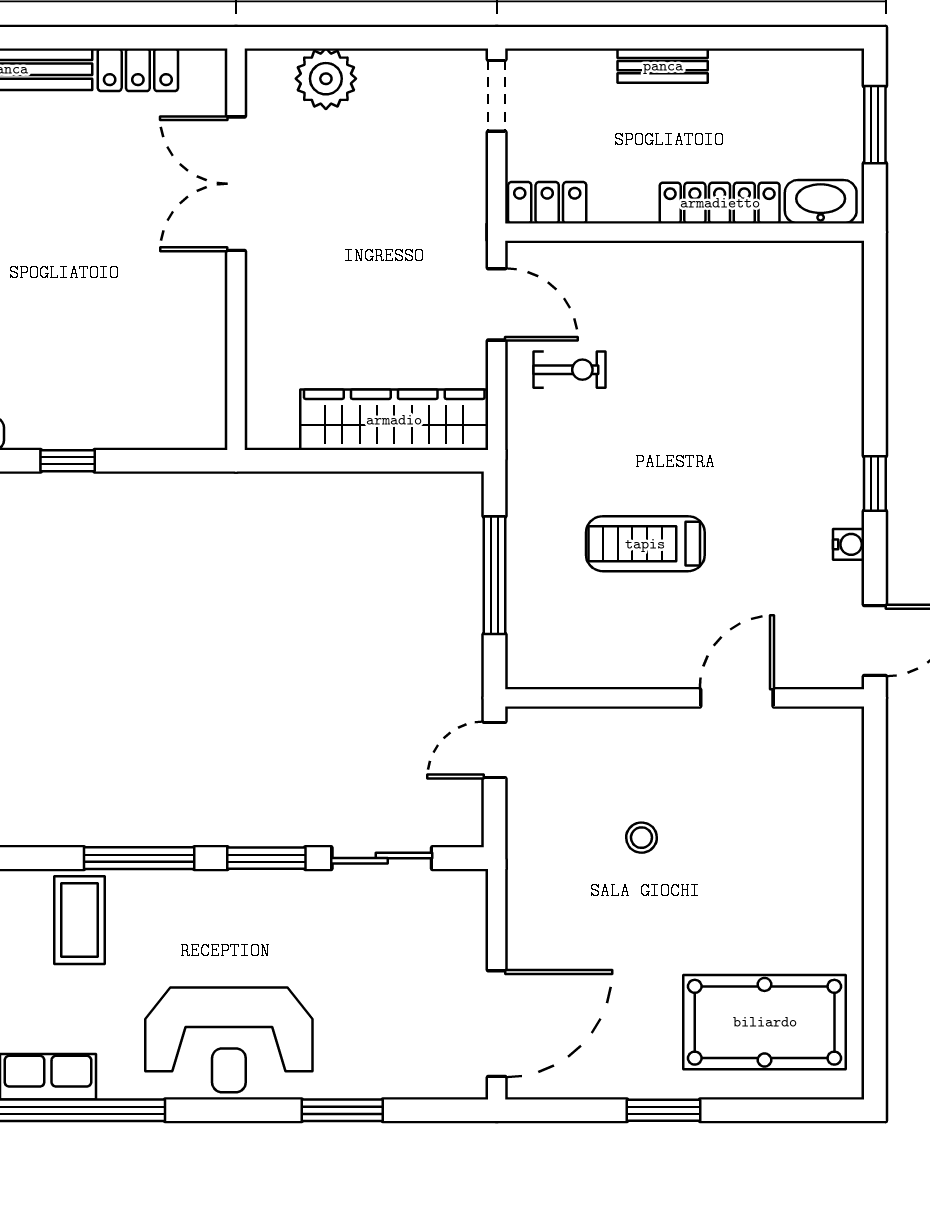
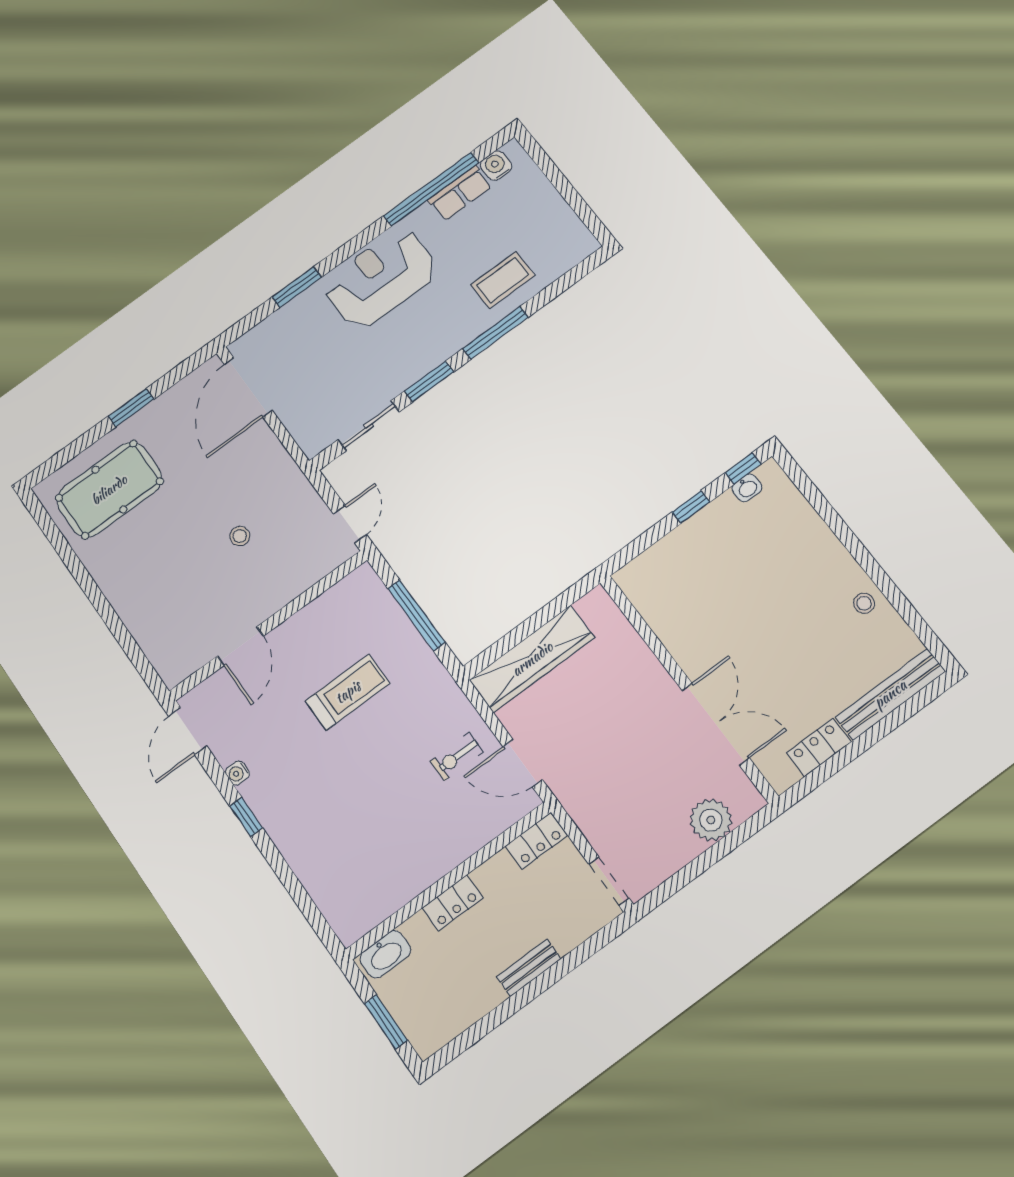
locker: (720, 203) -> (453, 903), width x0.66
coffee table: (79, 920) -> (503, 280), turned 90

